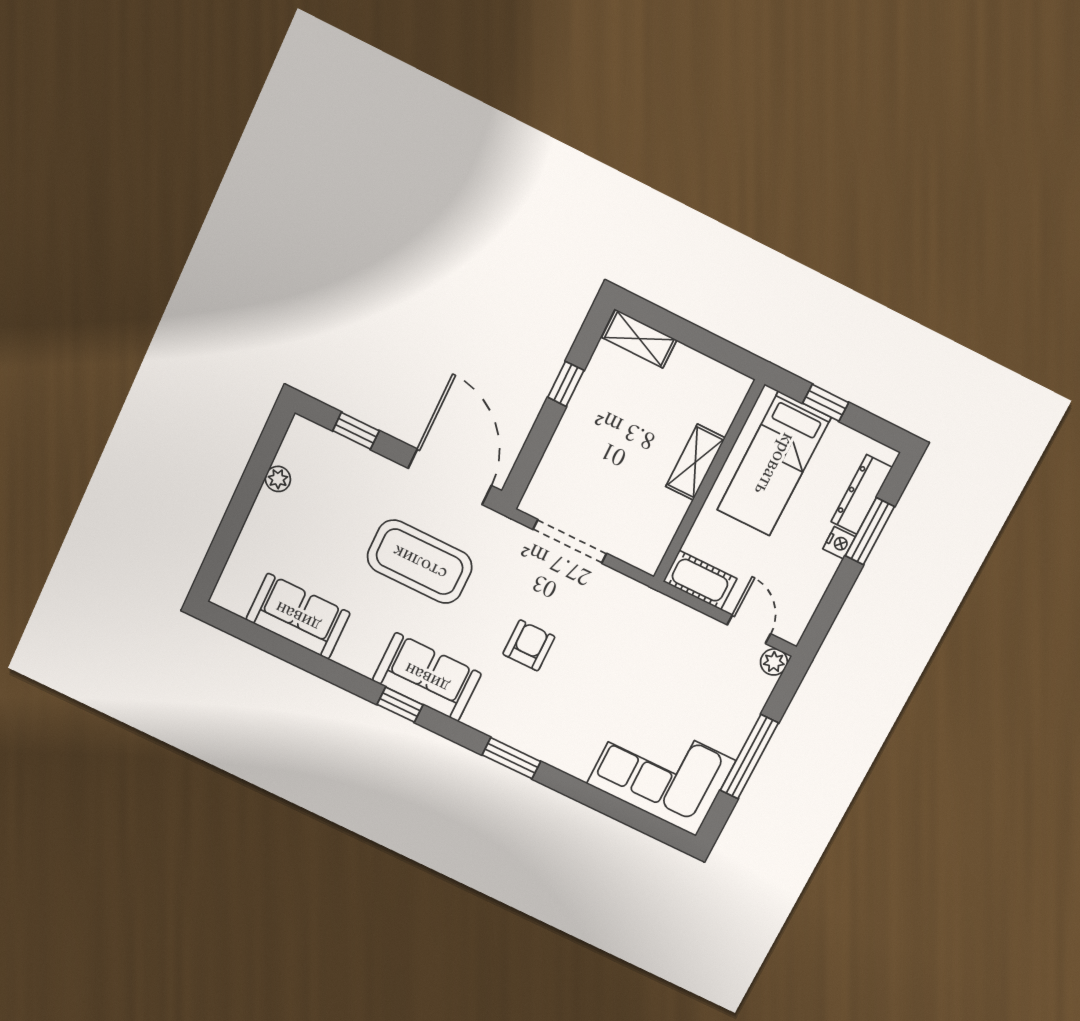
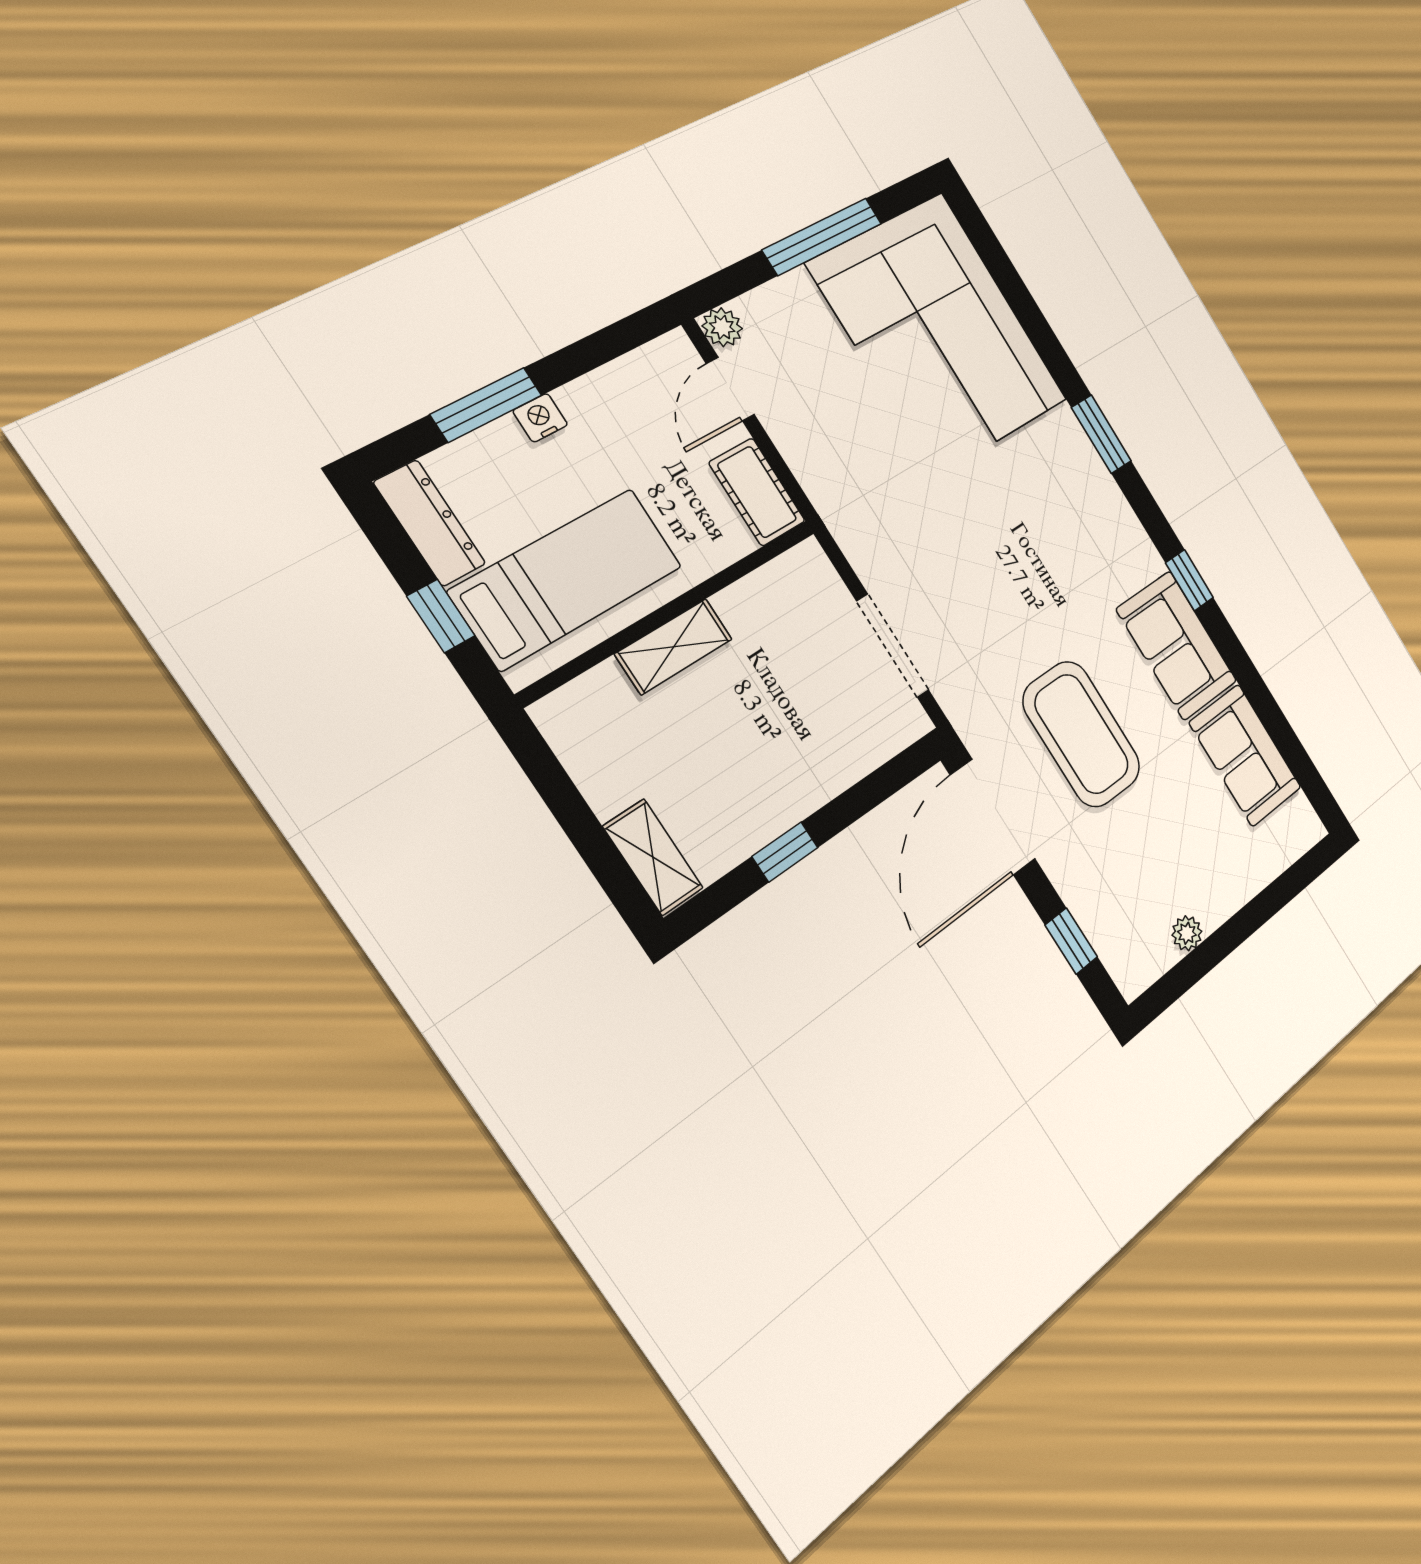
dresser: (862, 495) -> (430, 523), moved, turned -90
armchair: (529, 645) -> (1011, 551), removed
sofa: (427, 677) -> (1177, 645), moved
corner sofa: (661, 772) -> (939, 333), width x1.36, depth x1.36

